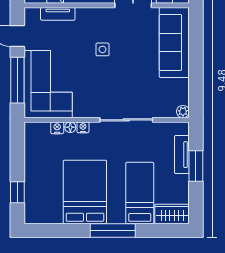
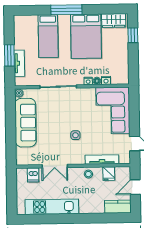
tv unit: (58, 14) -> (102, 159), width x1.41
sofa: (174, 42) -> (25, 123), moved
window: (17, 80) -> (134, 113), removed
wardrobe: (172, 214) -> (114, 21), moved

